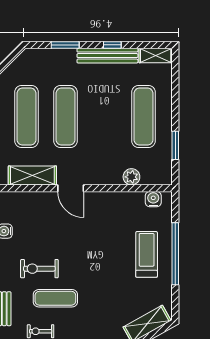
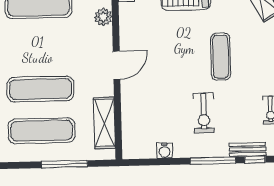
door: (71, 188) -> (117, 65), moved
exercise mat: (55, 298) -> (221, 57), moved

